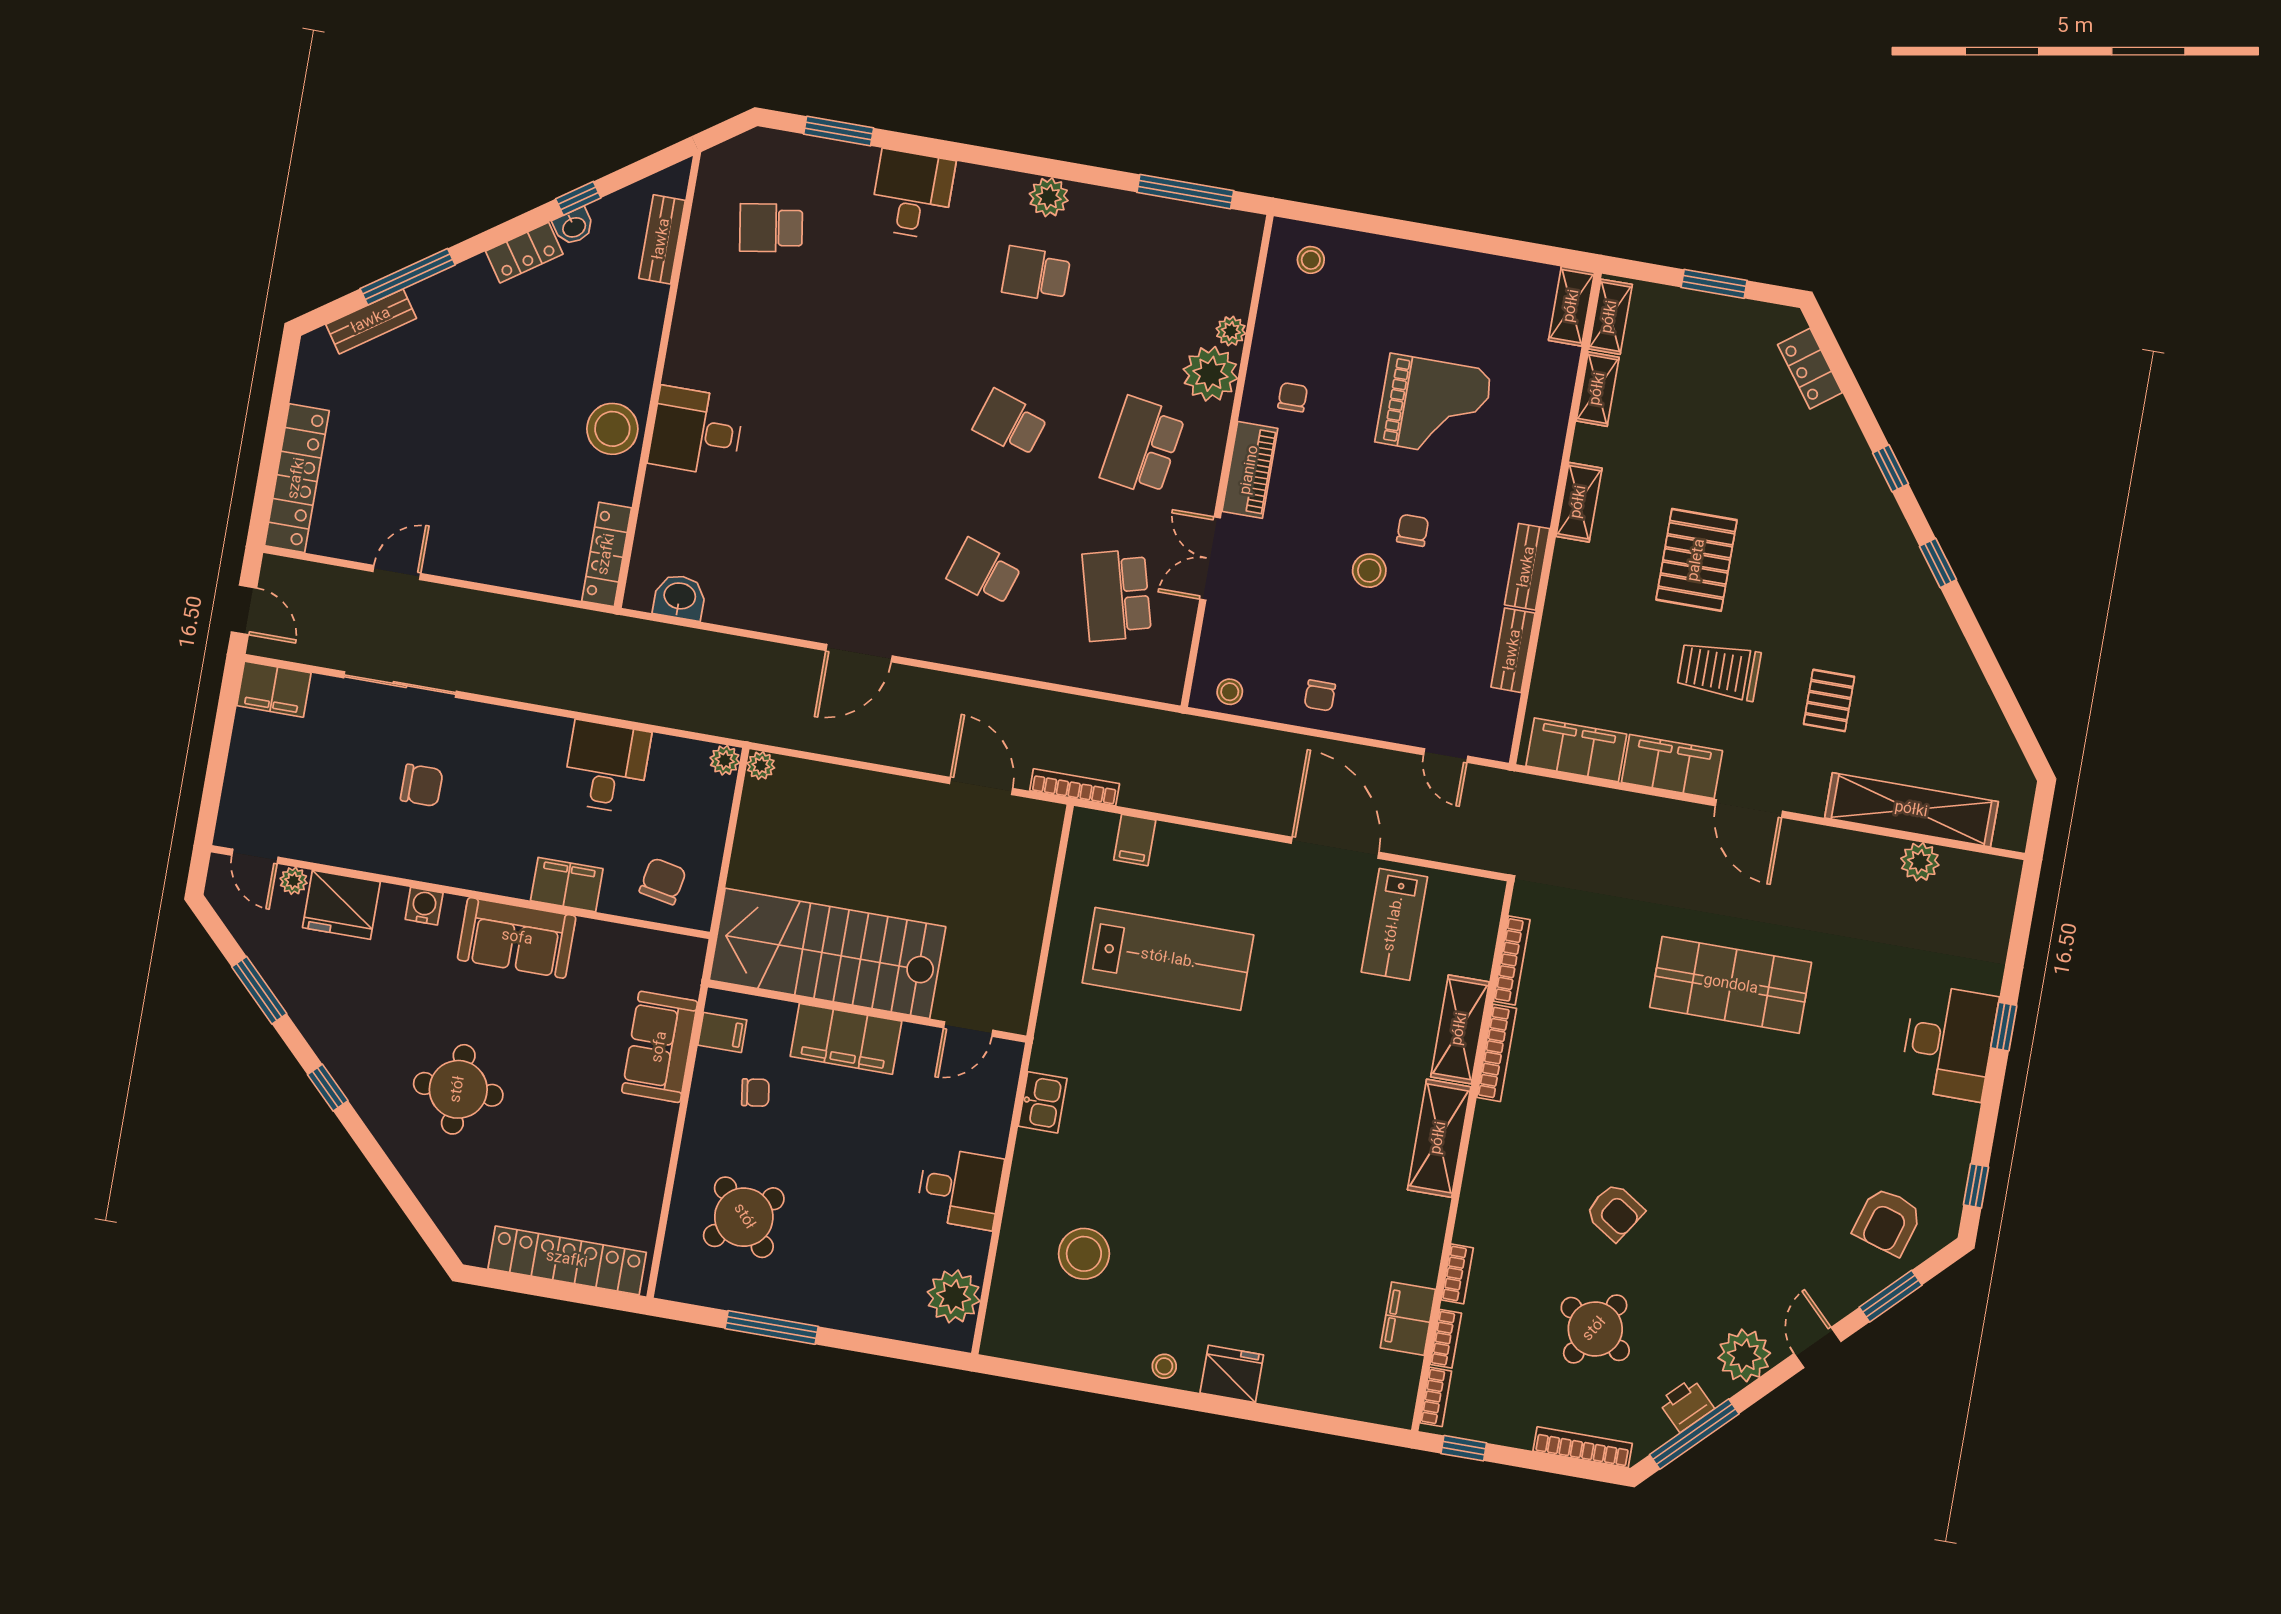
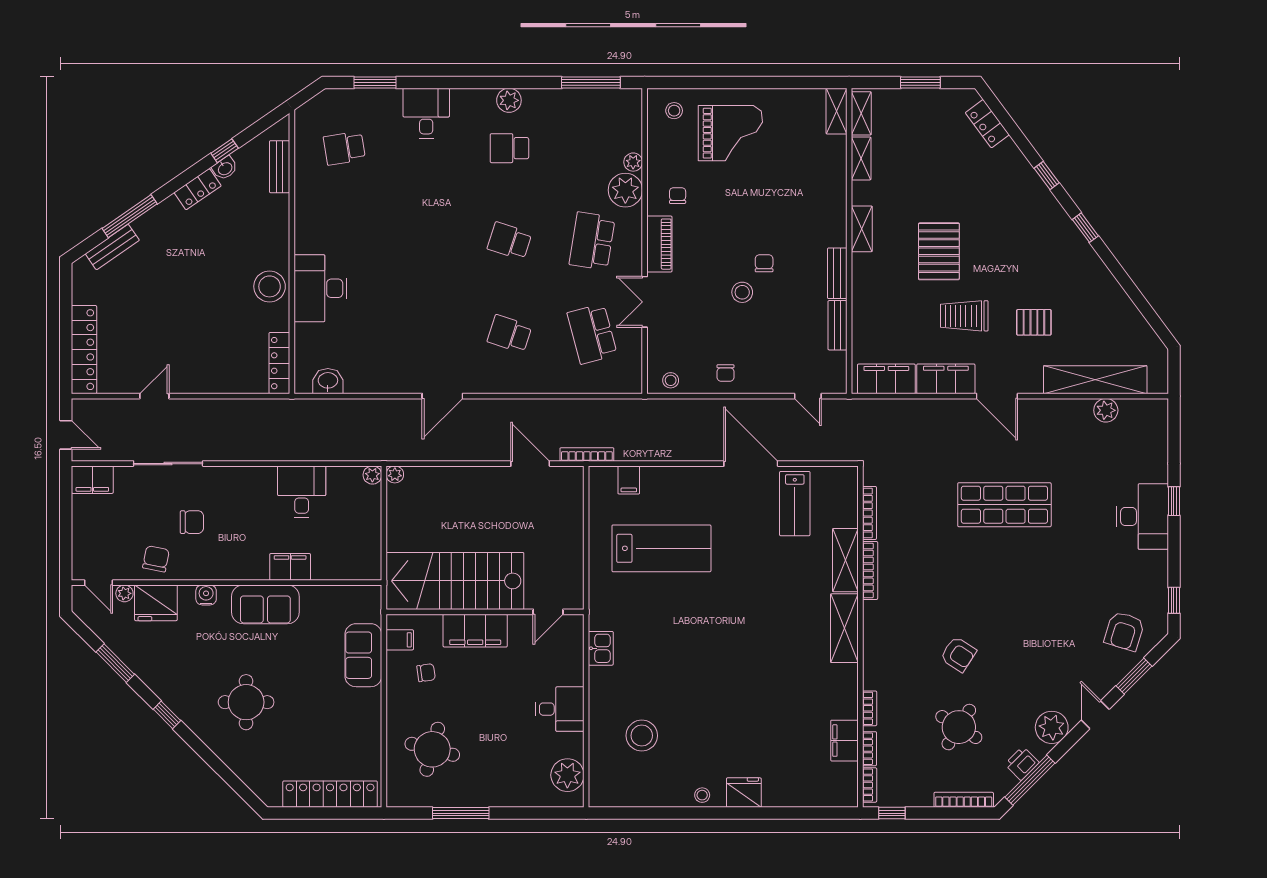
grand piano: (1434, 406) -> (730, 133), moved
desk: (696, 431) -> (320, 288), width x1.37
pallet: (1829, 700) -> (1034, 322), turned 90
chair: (663, 881) -> (156, 559), moved
round table: (744, 1217) -> (432, 749), turned -33

